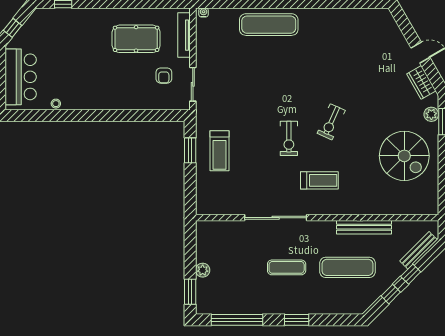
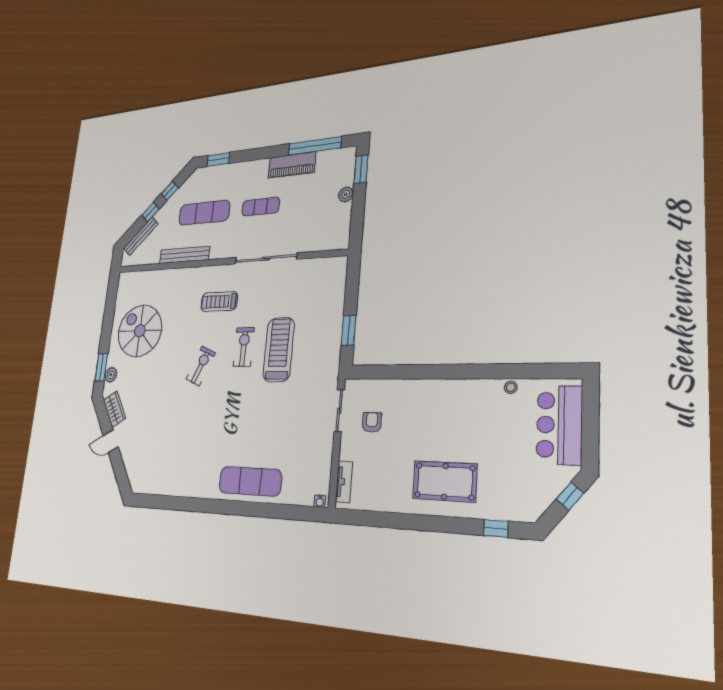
tv unit: (184, 35) -> (344, 482), width x0.71
pool table: (136, 39) -> (445, 481), moved
treadmill: (219, 151) -> (279, 350), moved, width x1.37, depth x1.38
piano: (258, 304) -> (292, 165), added
window: (297, 320) -> (218, 159), moved

